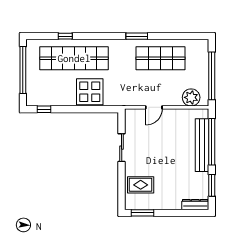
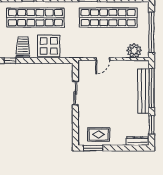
shop shelf: (160, 58) -> (108, 18), width x1.40
trolley: (59, 93) -> (23, 47), added
rug: (141, 185) -> (99, 134), moved

